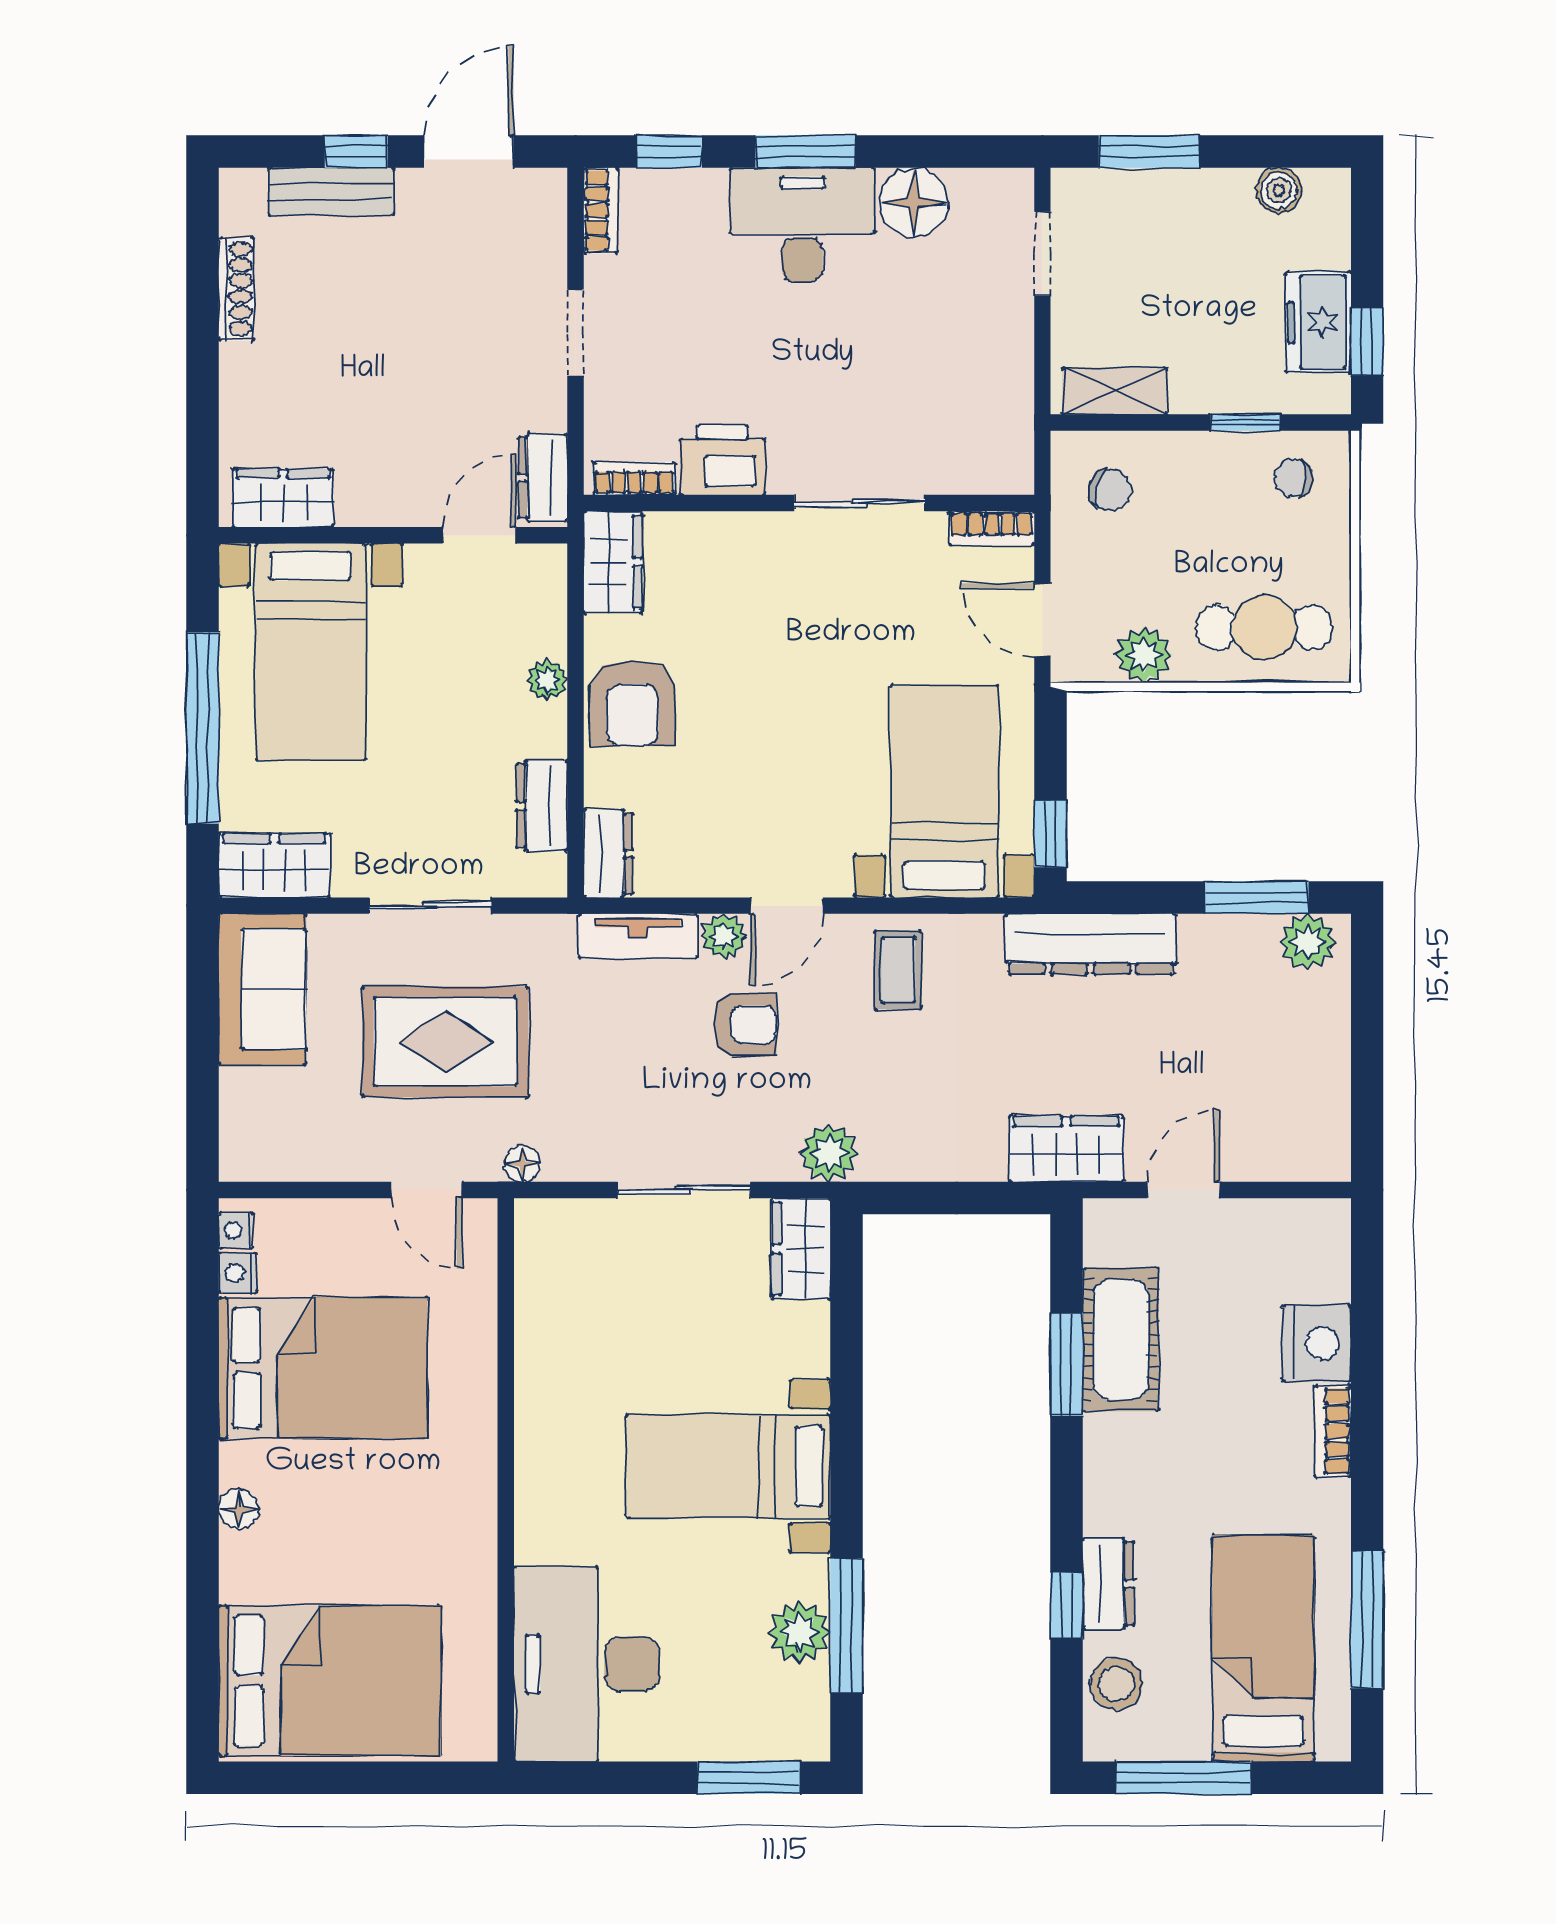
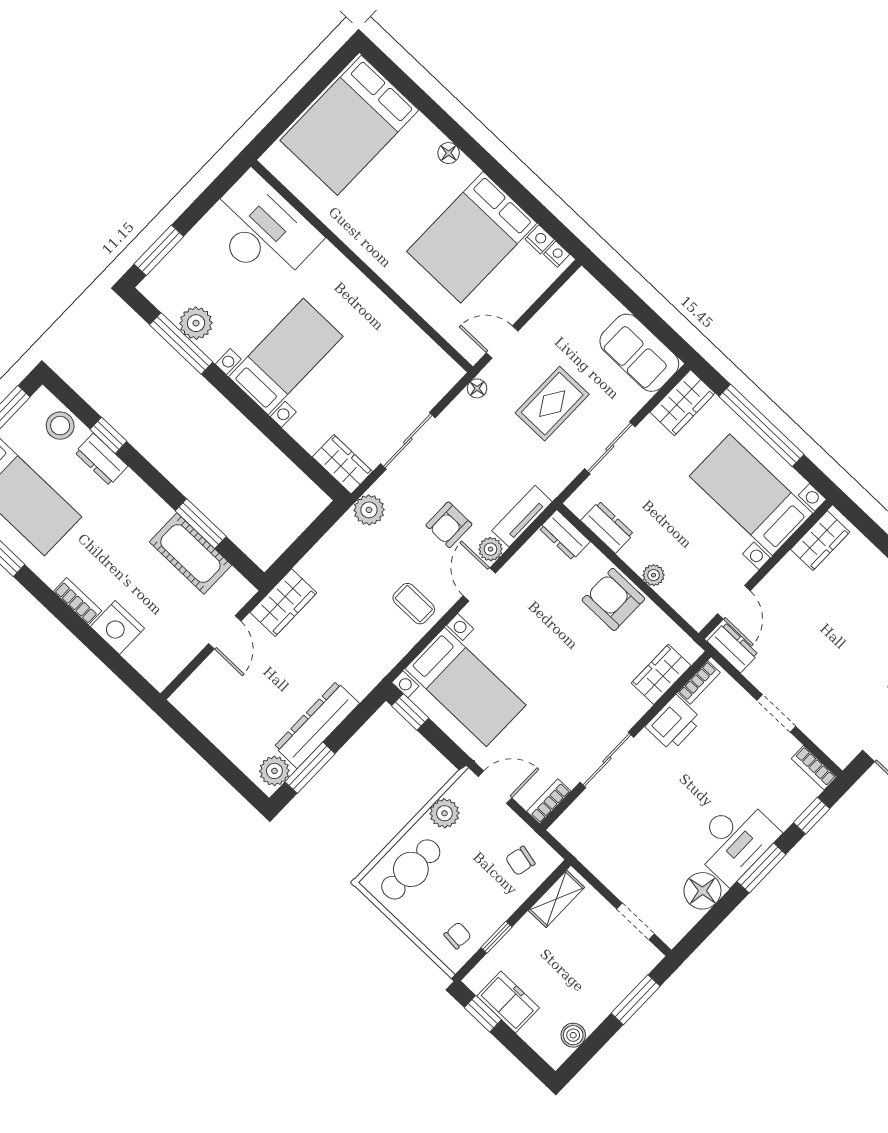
wardrobe: (613, 562) -> (661, 674), moved, turned 90
dresser: (1091, 944) -> (317, 725), moved
rug: (445, 1042) -> (552, 404), width x0.73, depth x0.70

